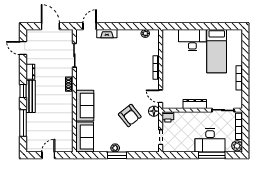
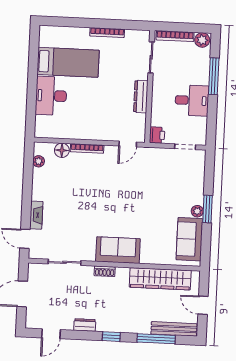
bench: (31, 96) -> (174, 329), moved
sofa: (85, 106) -> (118, 250), moved
floor lamp: (154, 111) -> (62, 150), moved
armchair: (130, 115) -> (153, 189), removed
wardrobe: (66, 124) -> (160, 279), added
sofa: (85, 137) -> (189, 239), moved, turned -90
desk: (210, 140) -> (192, 100), moved, width x0.73

